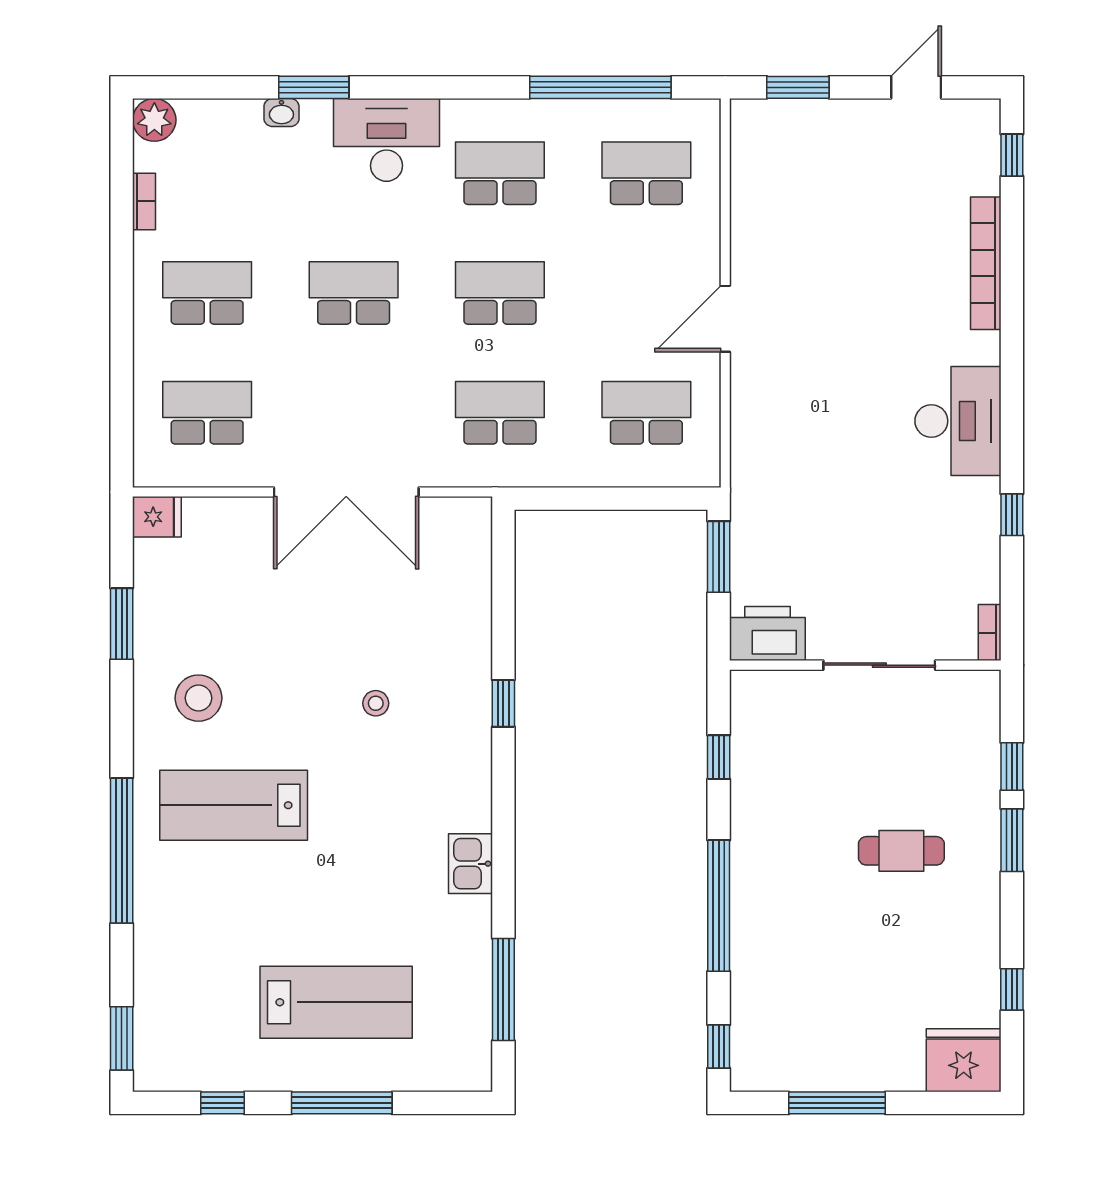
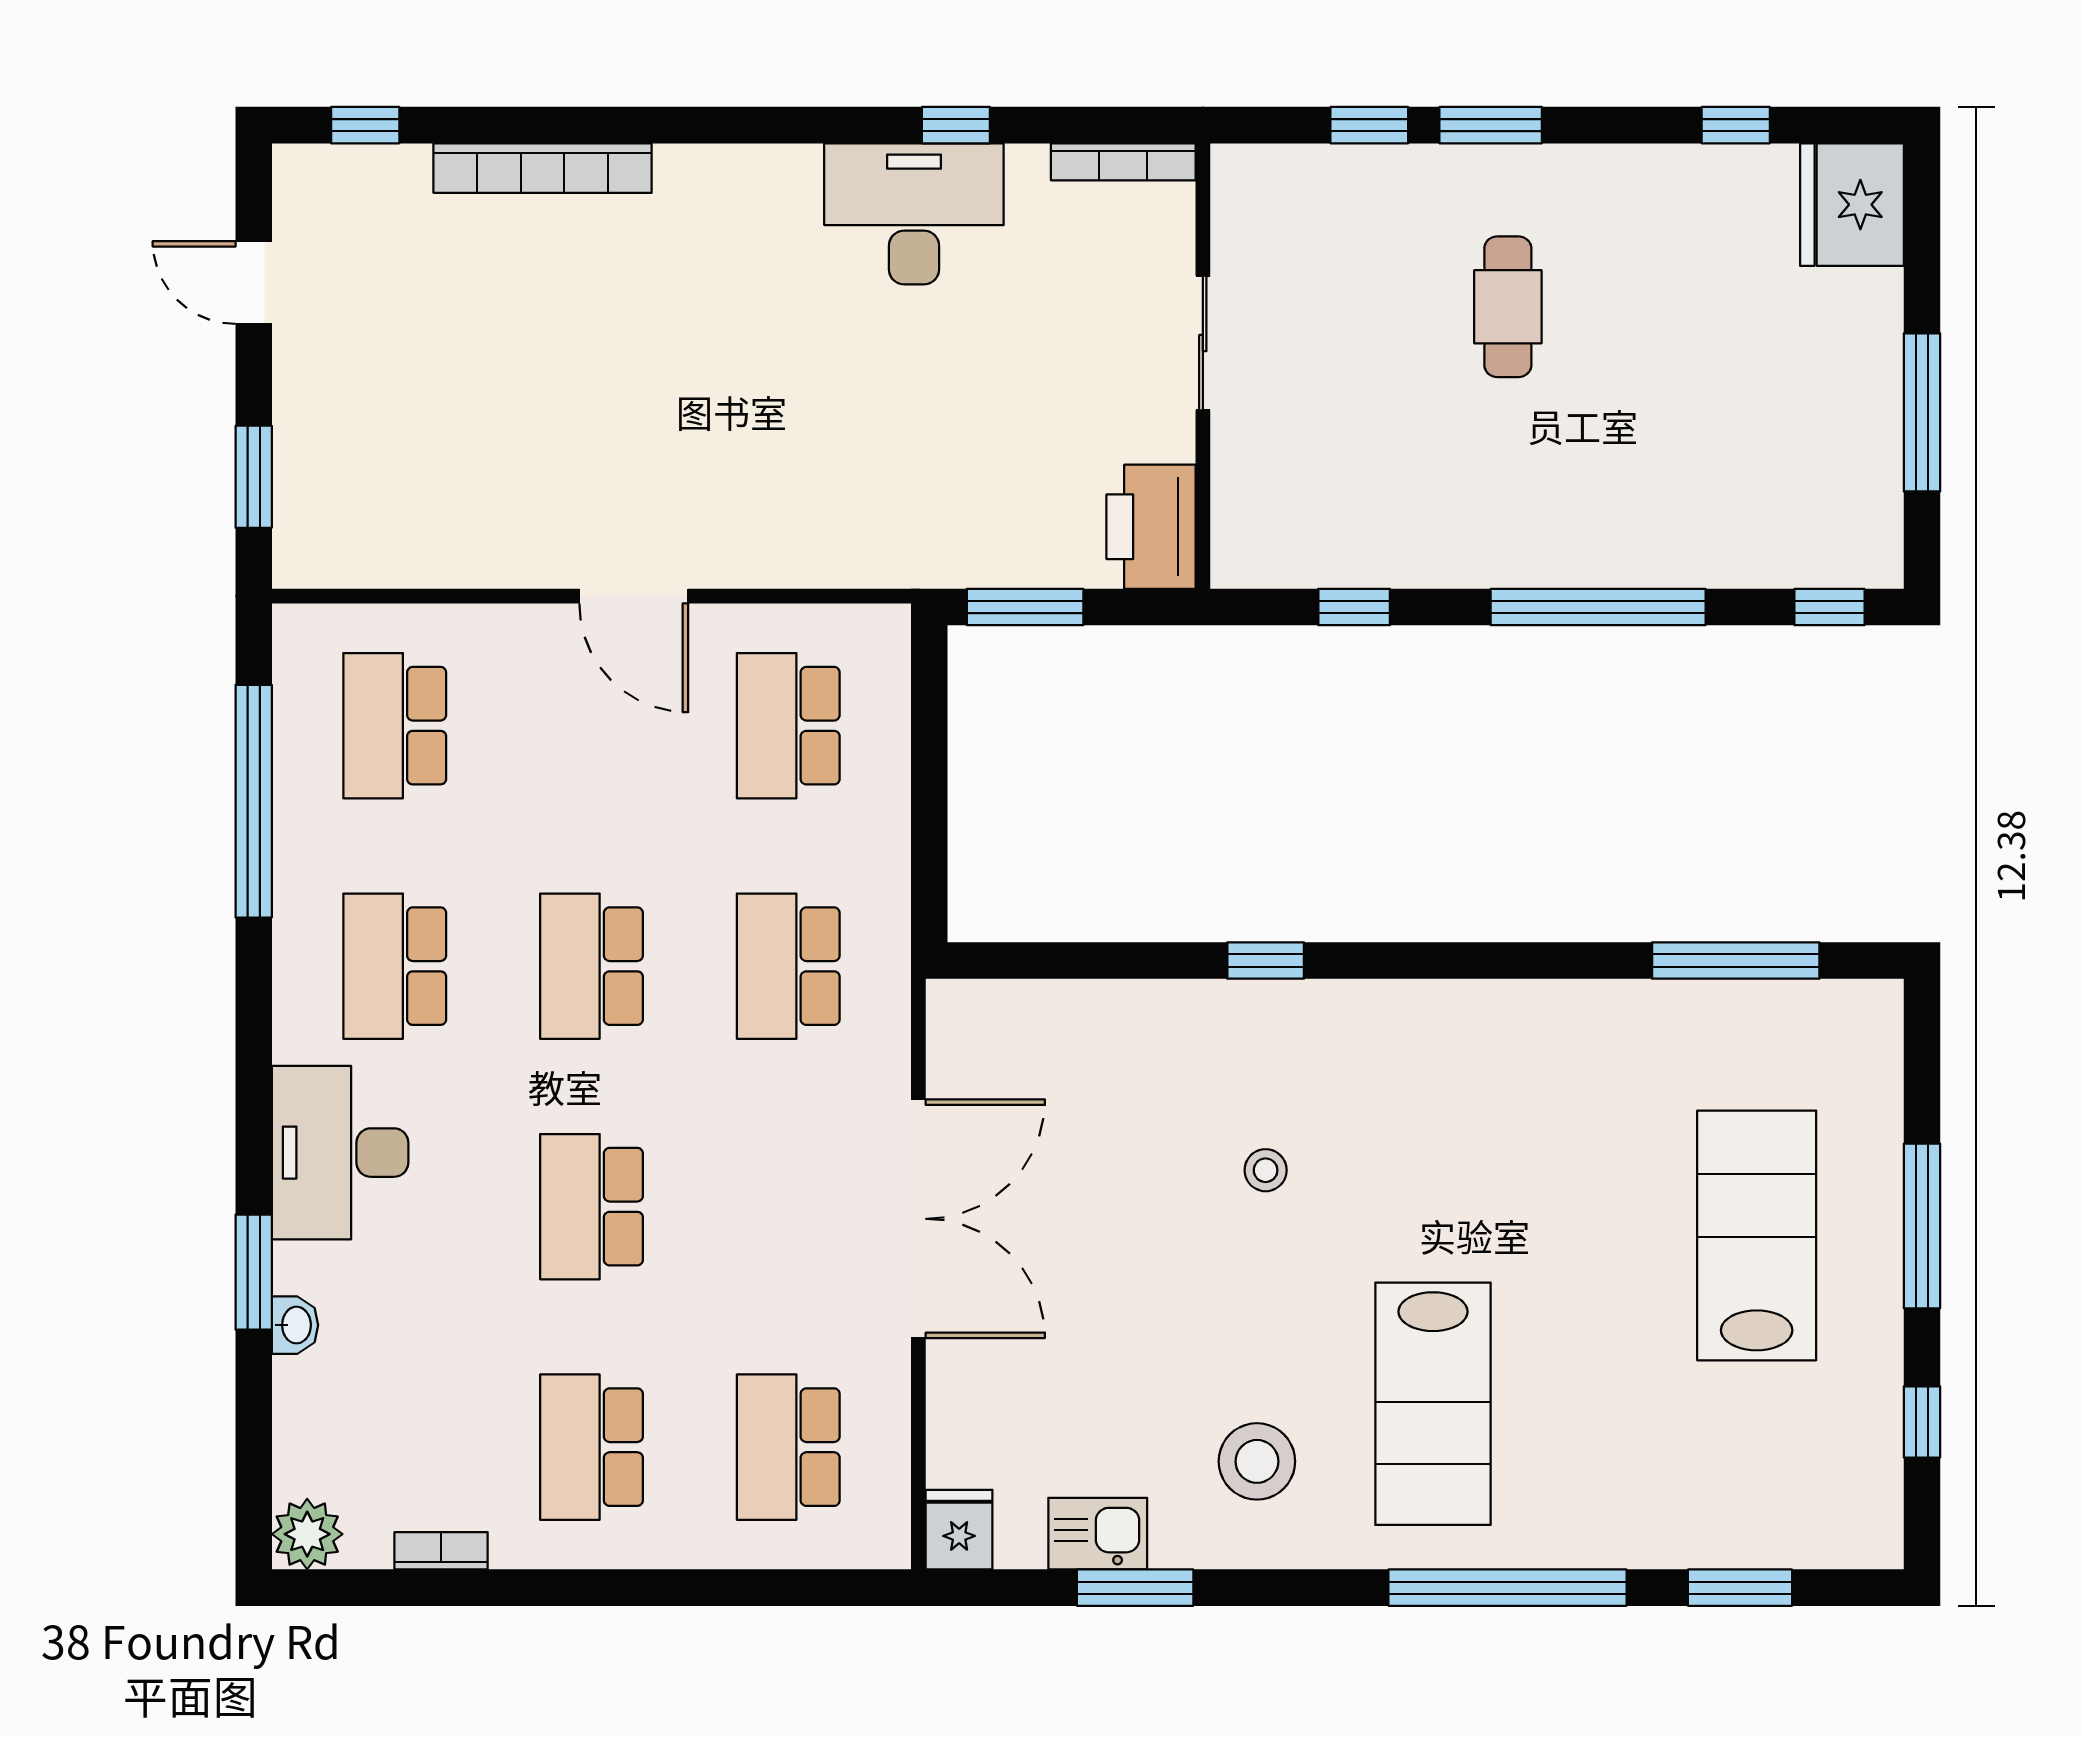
desk: (958, 421) -> (914, 214), moved
bookcase: (990, 633) -> (1123, 162), width x1.56
sliding door: (879, 665) -> (1203, 343), width x0.73
kitchen sink: (471, 864) -> (1098, 1534), moved, turned 180
window: (122, 1038) -> (1740, 1588), moved

